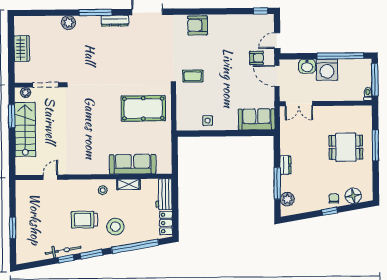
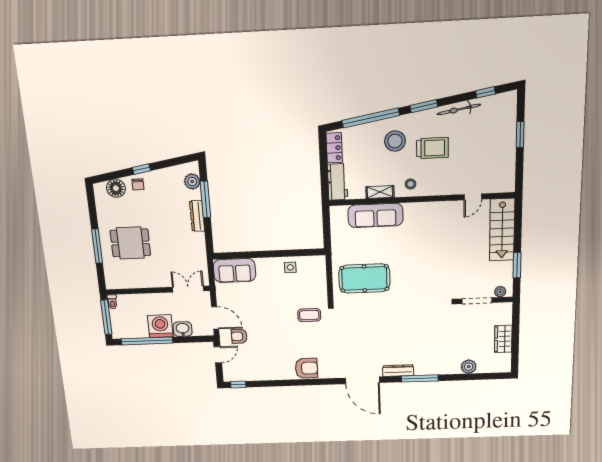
plant: (68, 23) -> (469, 367), moved
stairs: (25, 129) -> (502, 230), moved
dresser: (285, 165) -> (197, 216), width x1.44
window: (66, 259) -> (485, 92), moved

